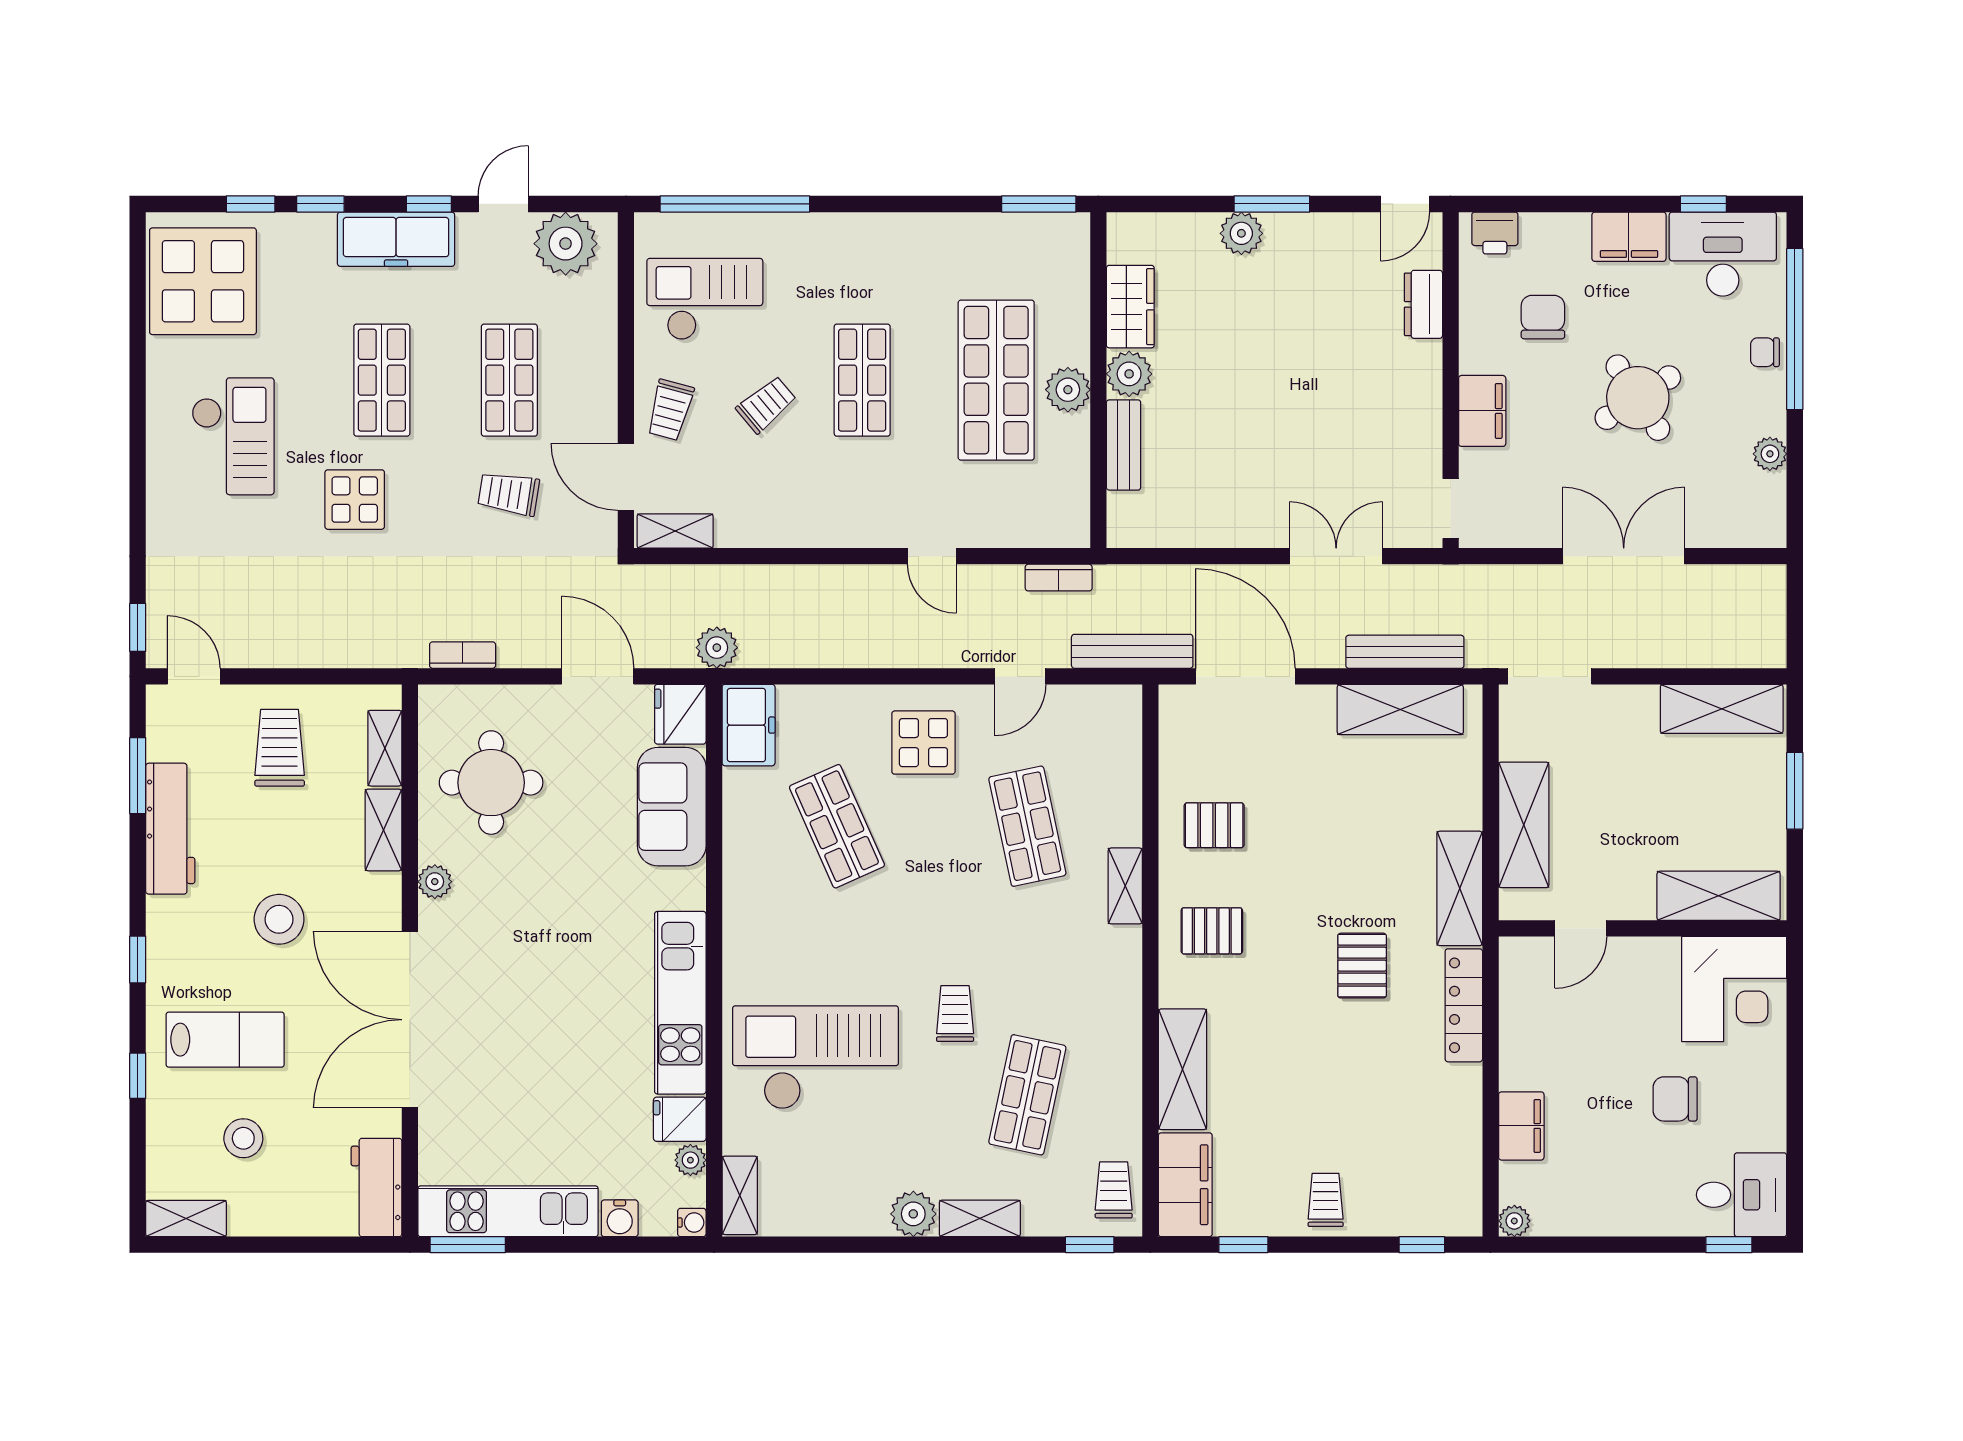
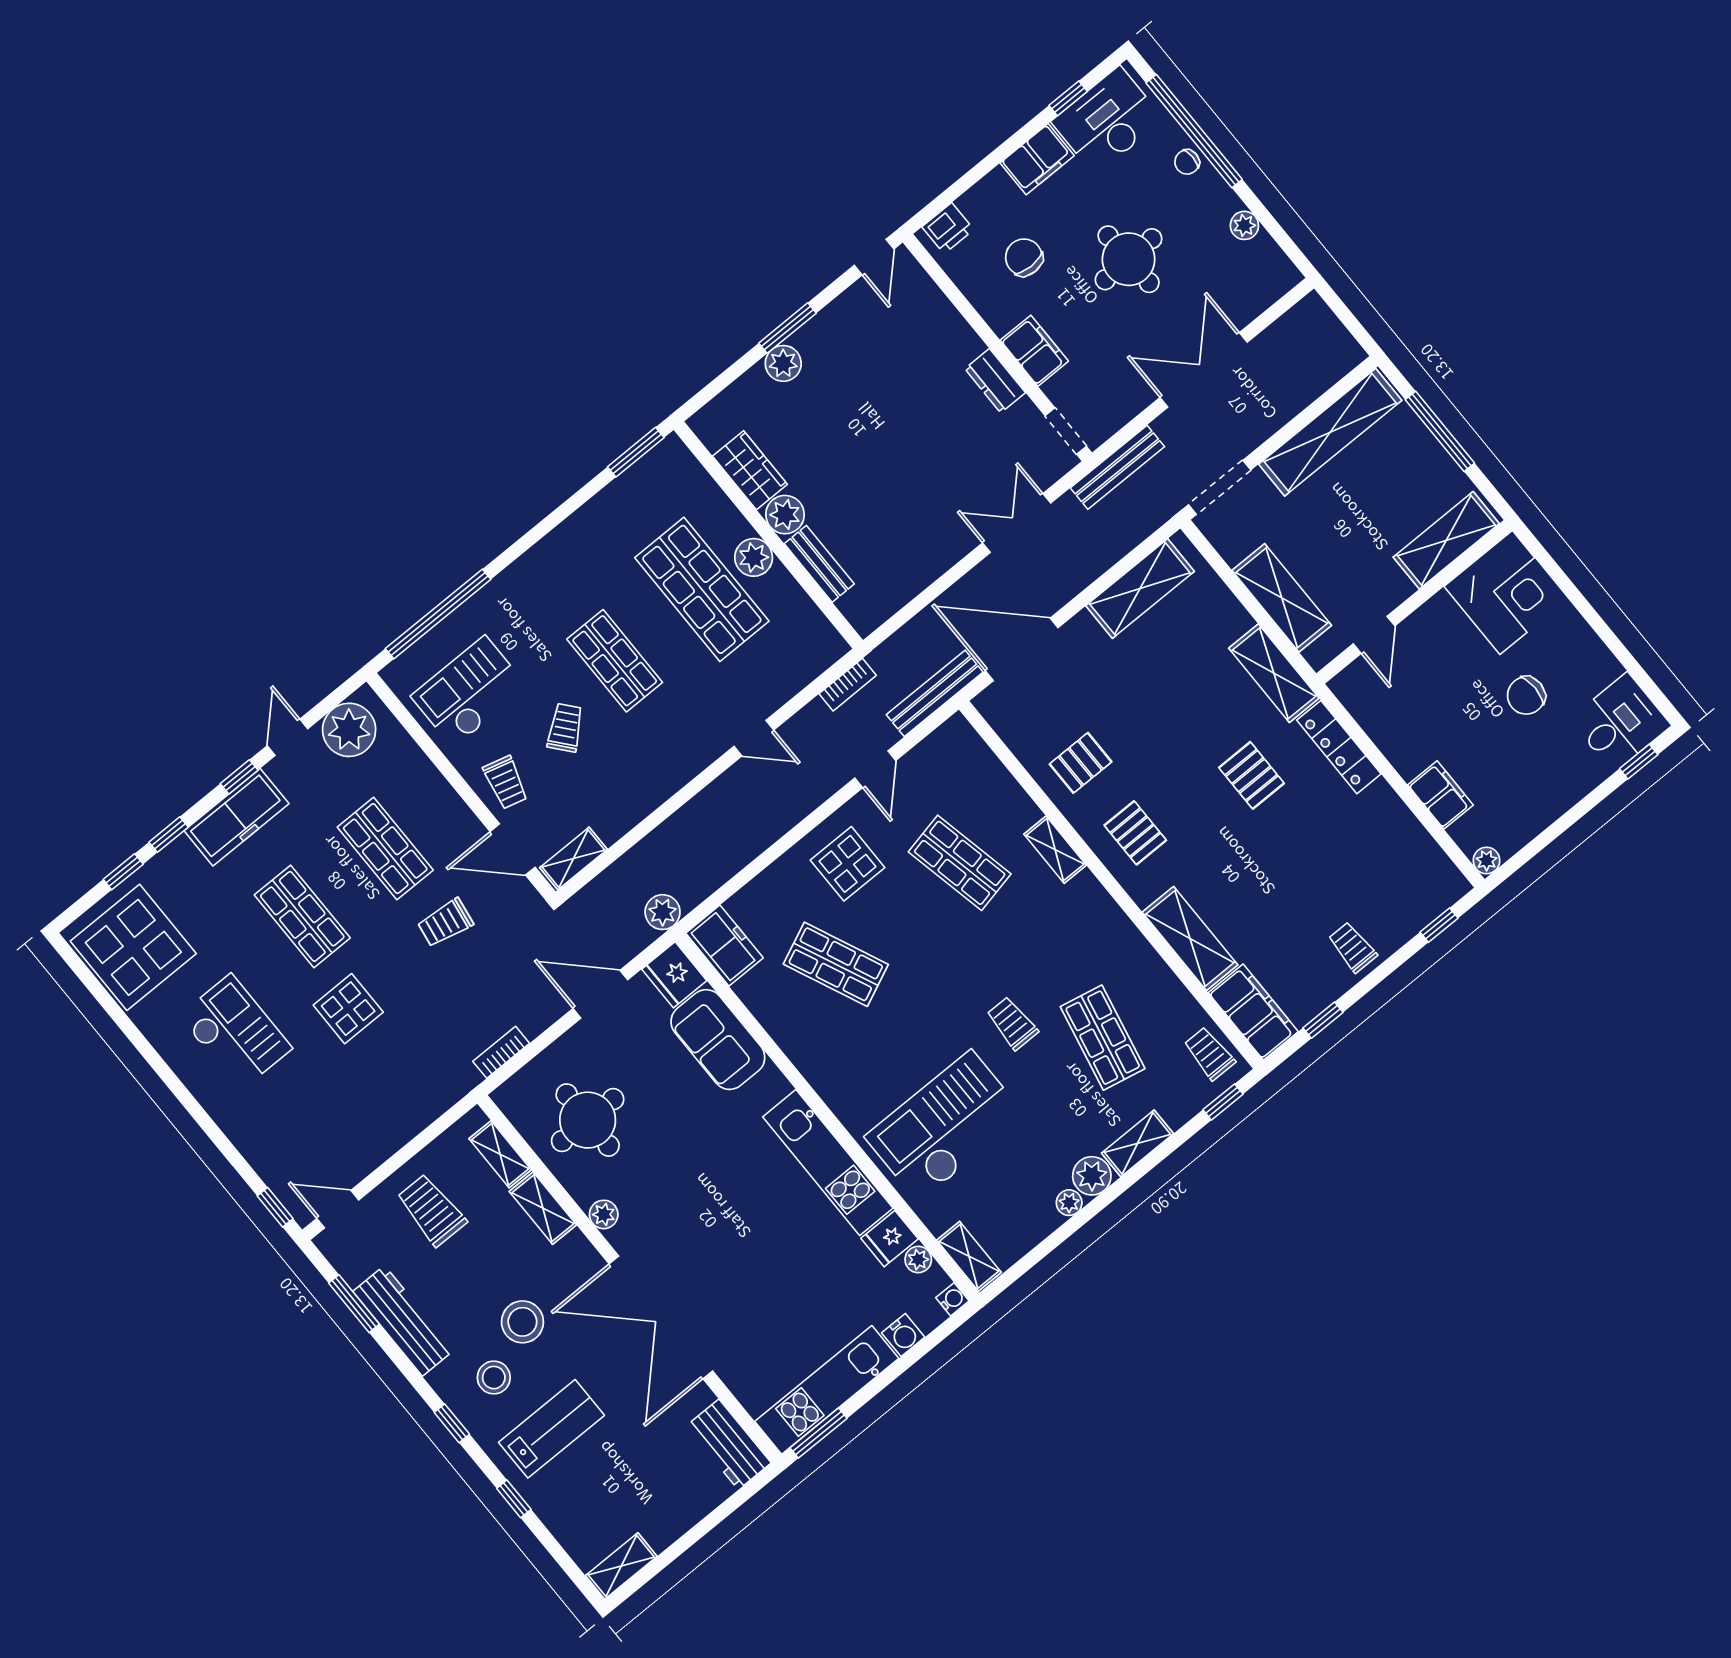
dresser: (1423, 304) -> (995, 381), moved
round table: (1638, 398) -> (1129, 259), turned 31
bench: (1405, 652) -> (1117, 467), moved
shelving: (1722, 709) -> (1330, 432), width x1.47
window: (1795, 791) -> (1440, 431), width x1.44
pallet: (1212, 931) -> (1135, 833), turned 90
stool: (243, 1138) -> (494, 1378), moved
plant: (872, 1221) -> (1069, 1203), added

